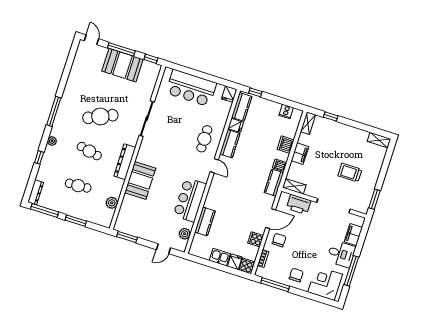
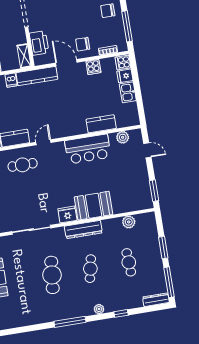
cafe table: (100, 116) -> (52, 275), turned 30
fridge: (144, 155) -> (67, 215), added
kitchen counter: (274, 183) -> (37, 76), width x1.50

